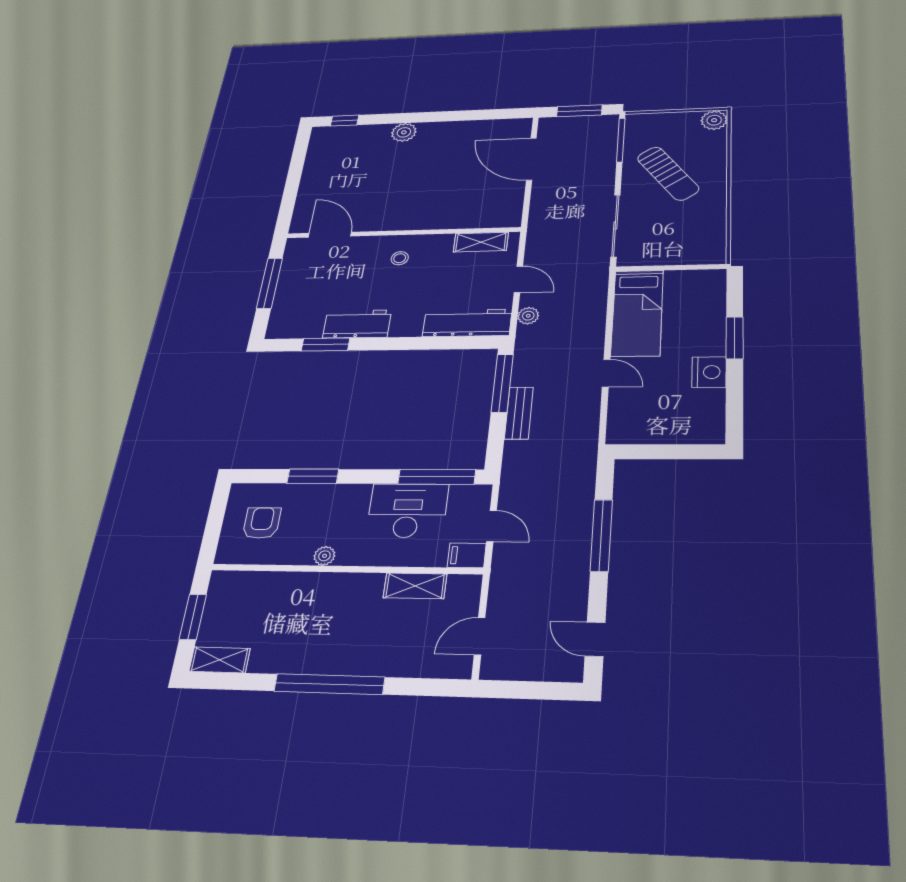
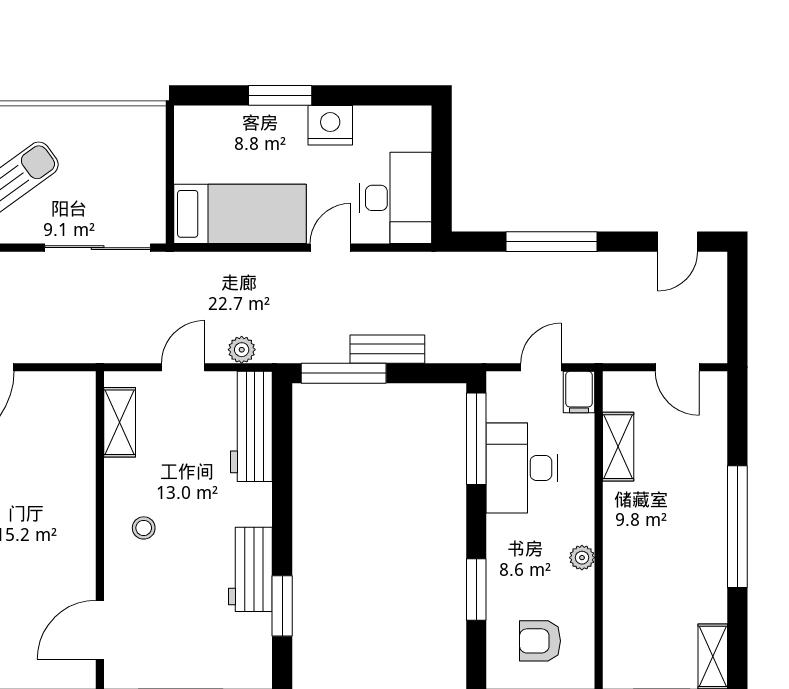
desk: (646, 418) -> (396, 198), added

